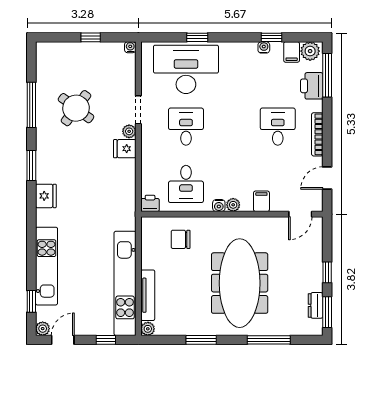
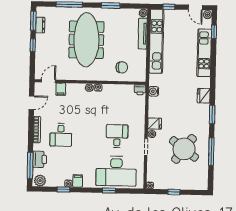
filing cabinet: (292, 52) -> (78, 181), moved
round table: (76, 108) -> (184, 149), width x1.36, depth x1.36
desk: (186, 127) -> (117, 136), turned 180
desk: (186, 184) -> (118, 101), removed
water cooler: (128, 201) -> (154, 91), added
filing cabinet: (261, 201) -> (61, 89), moved
door: (63, 340) -> (195, 7), hinge flipped

